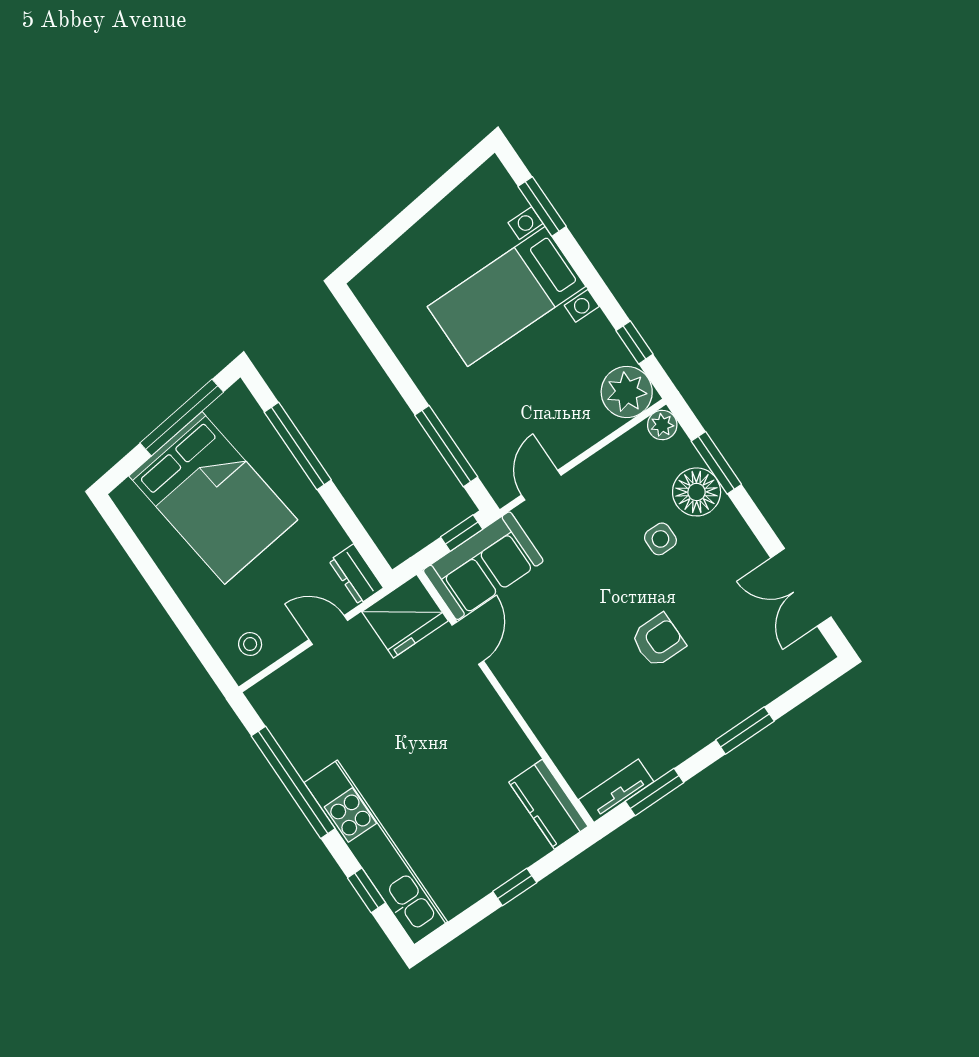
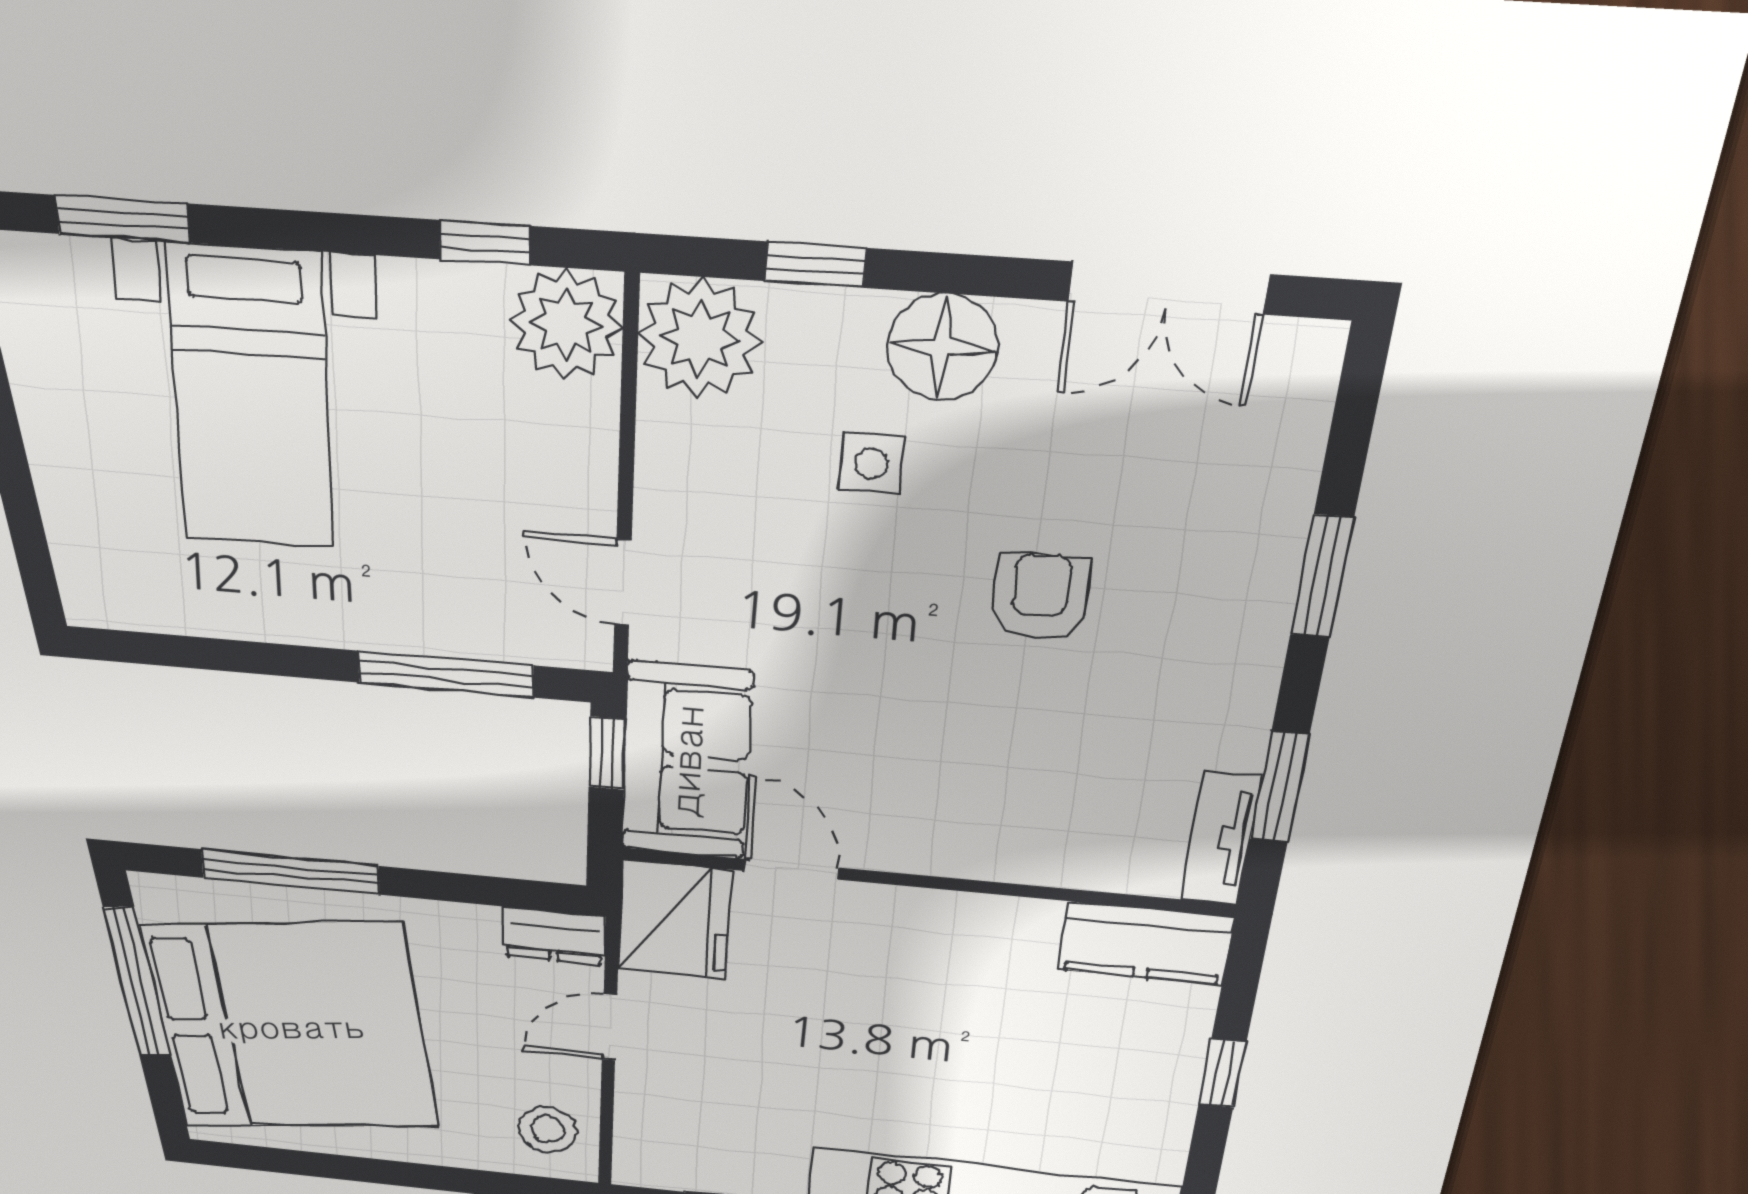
plant: (662, 425) -> (700, 338), width x1.87, depth x1.87
window: (716, 463) -> (816, 265), width x0.67
floor lamp: (697, 492) -> (942, 347), moved
bed: (213, 498) -> (291, 1027), width x1.36
stool: (250, 644) -> (548, 1129), width x1.37, depth x1.37

